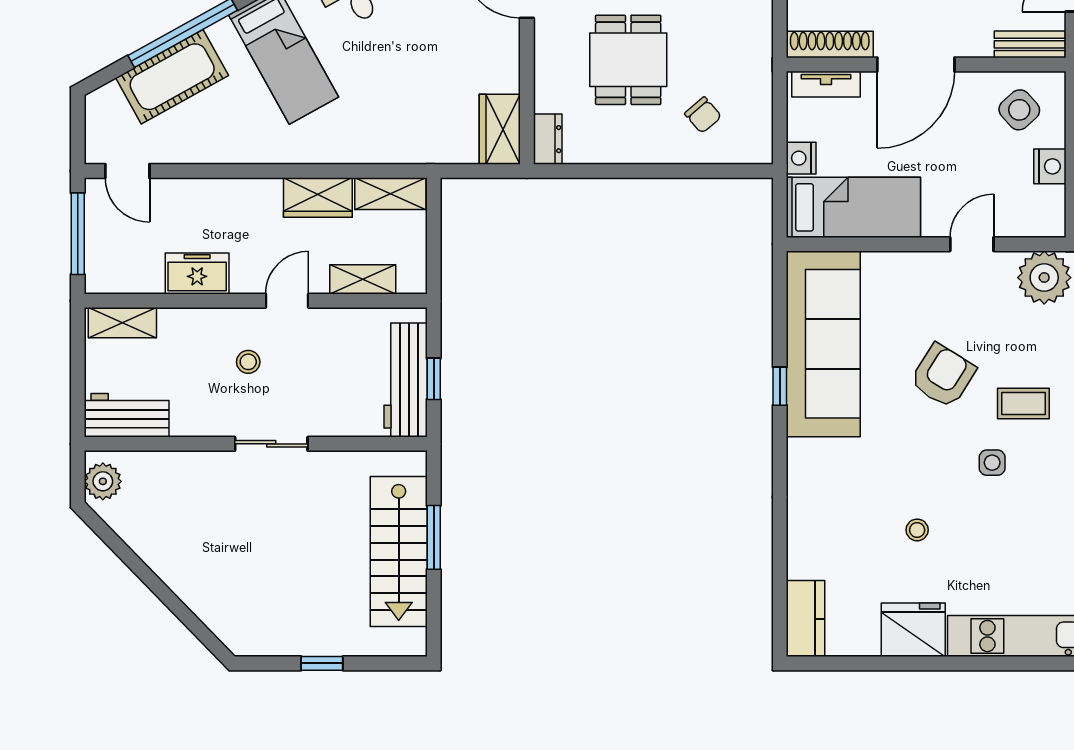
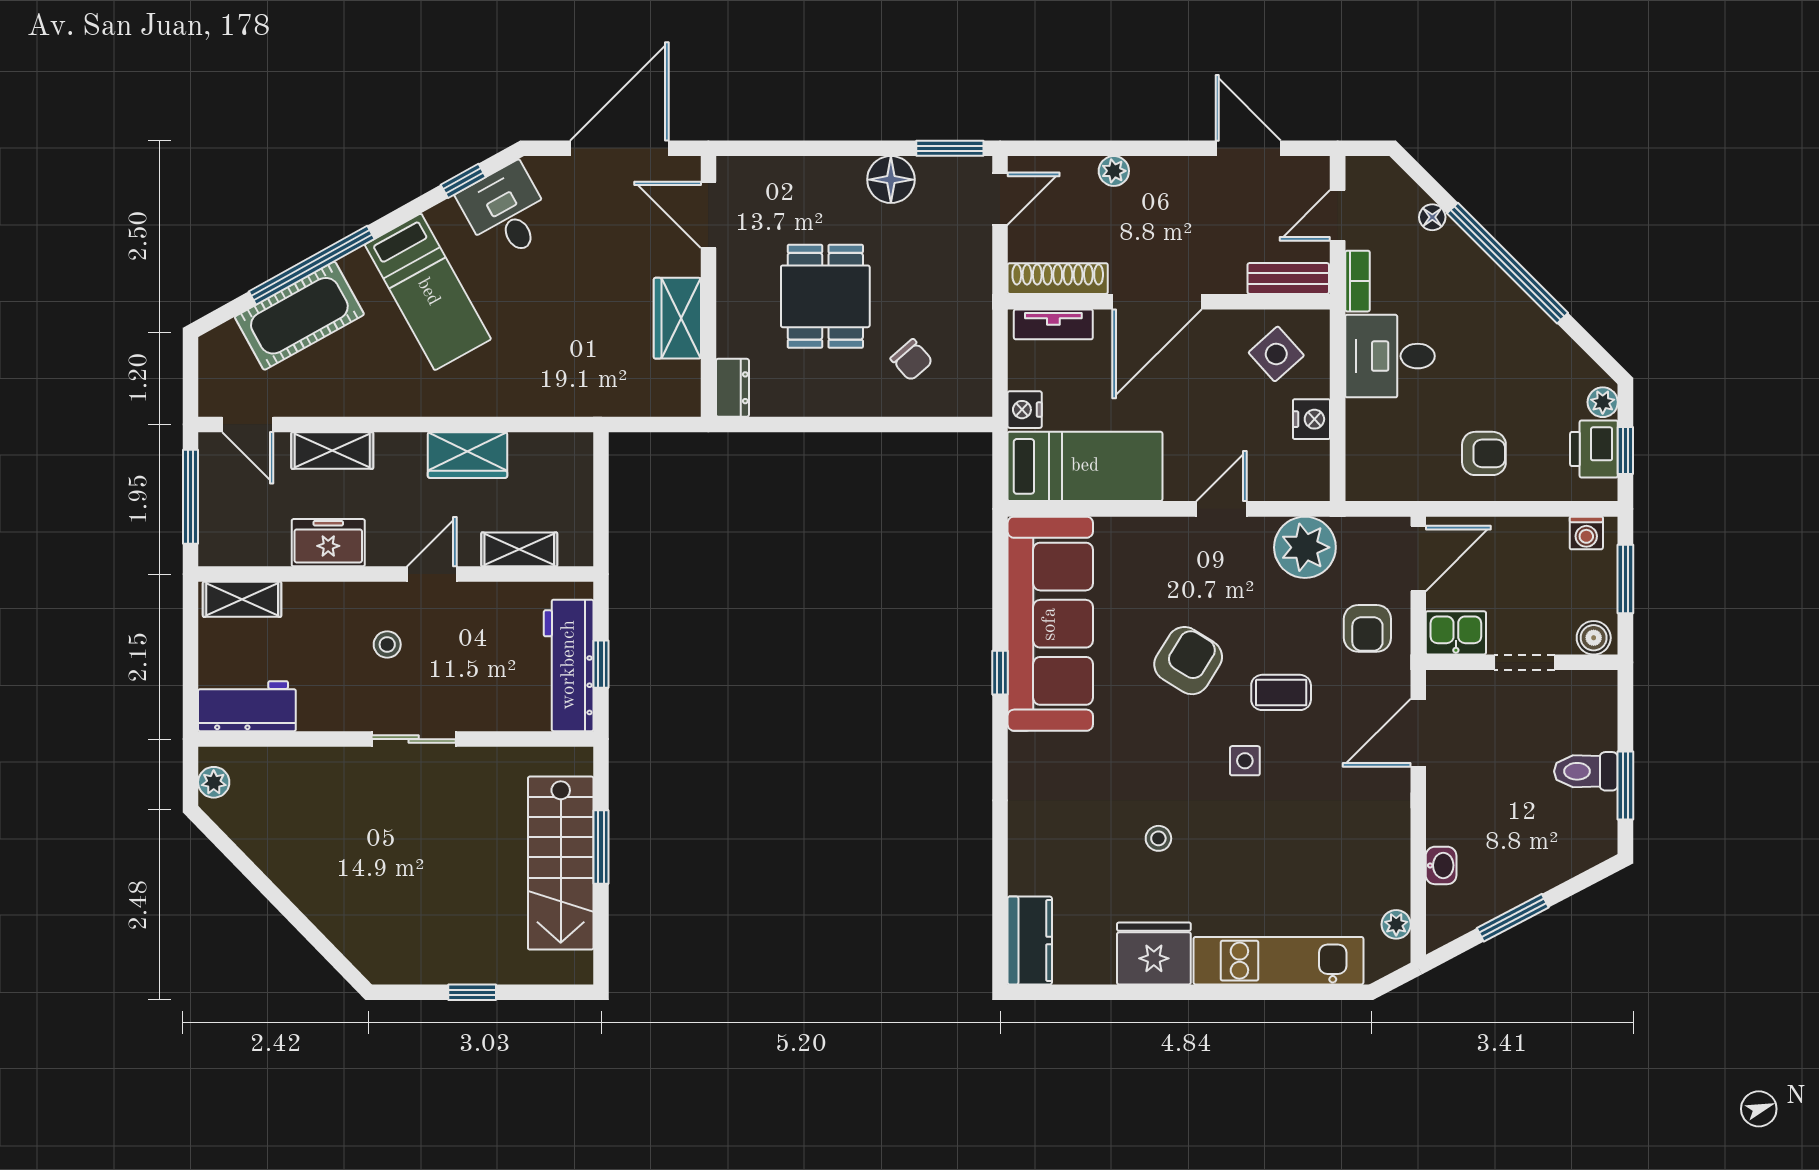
wardrobe: (500, 129) -> (677, 318), moved
shelving: (390, 194) -> (332, 451), moved
plant: (103, 481) -> (214, 782), width x0.73, depth x0.73

